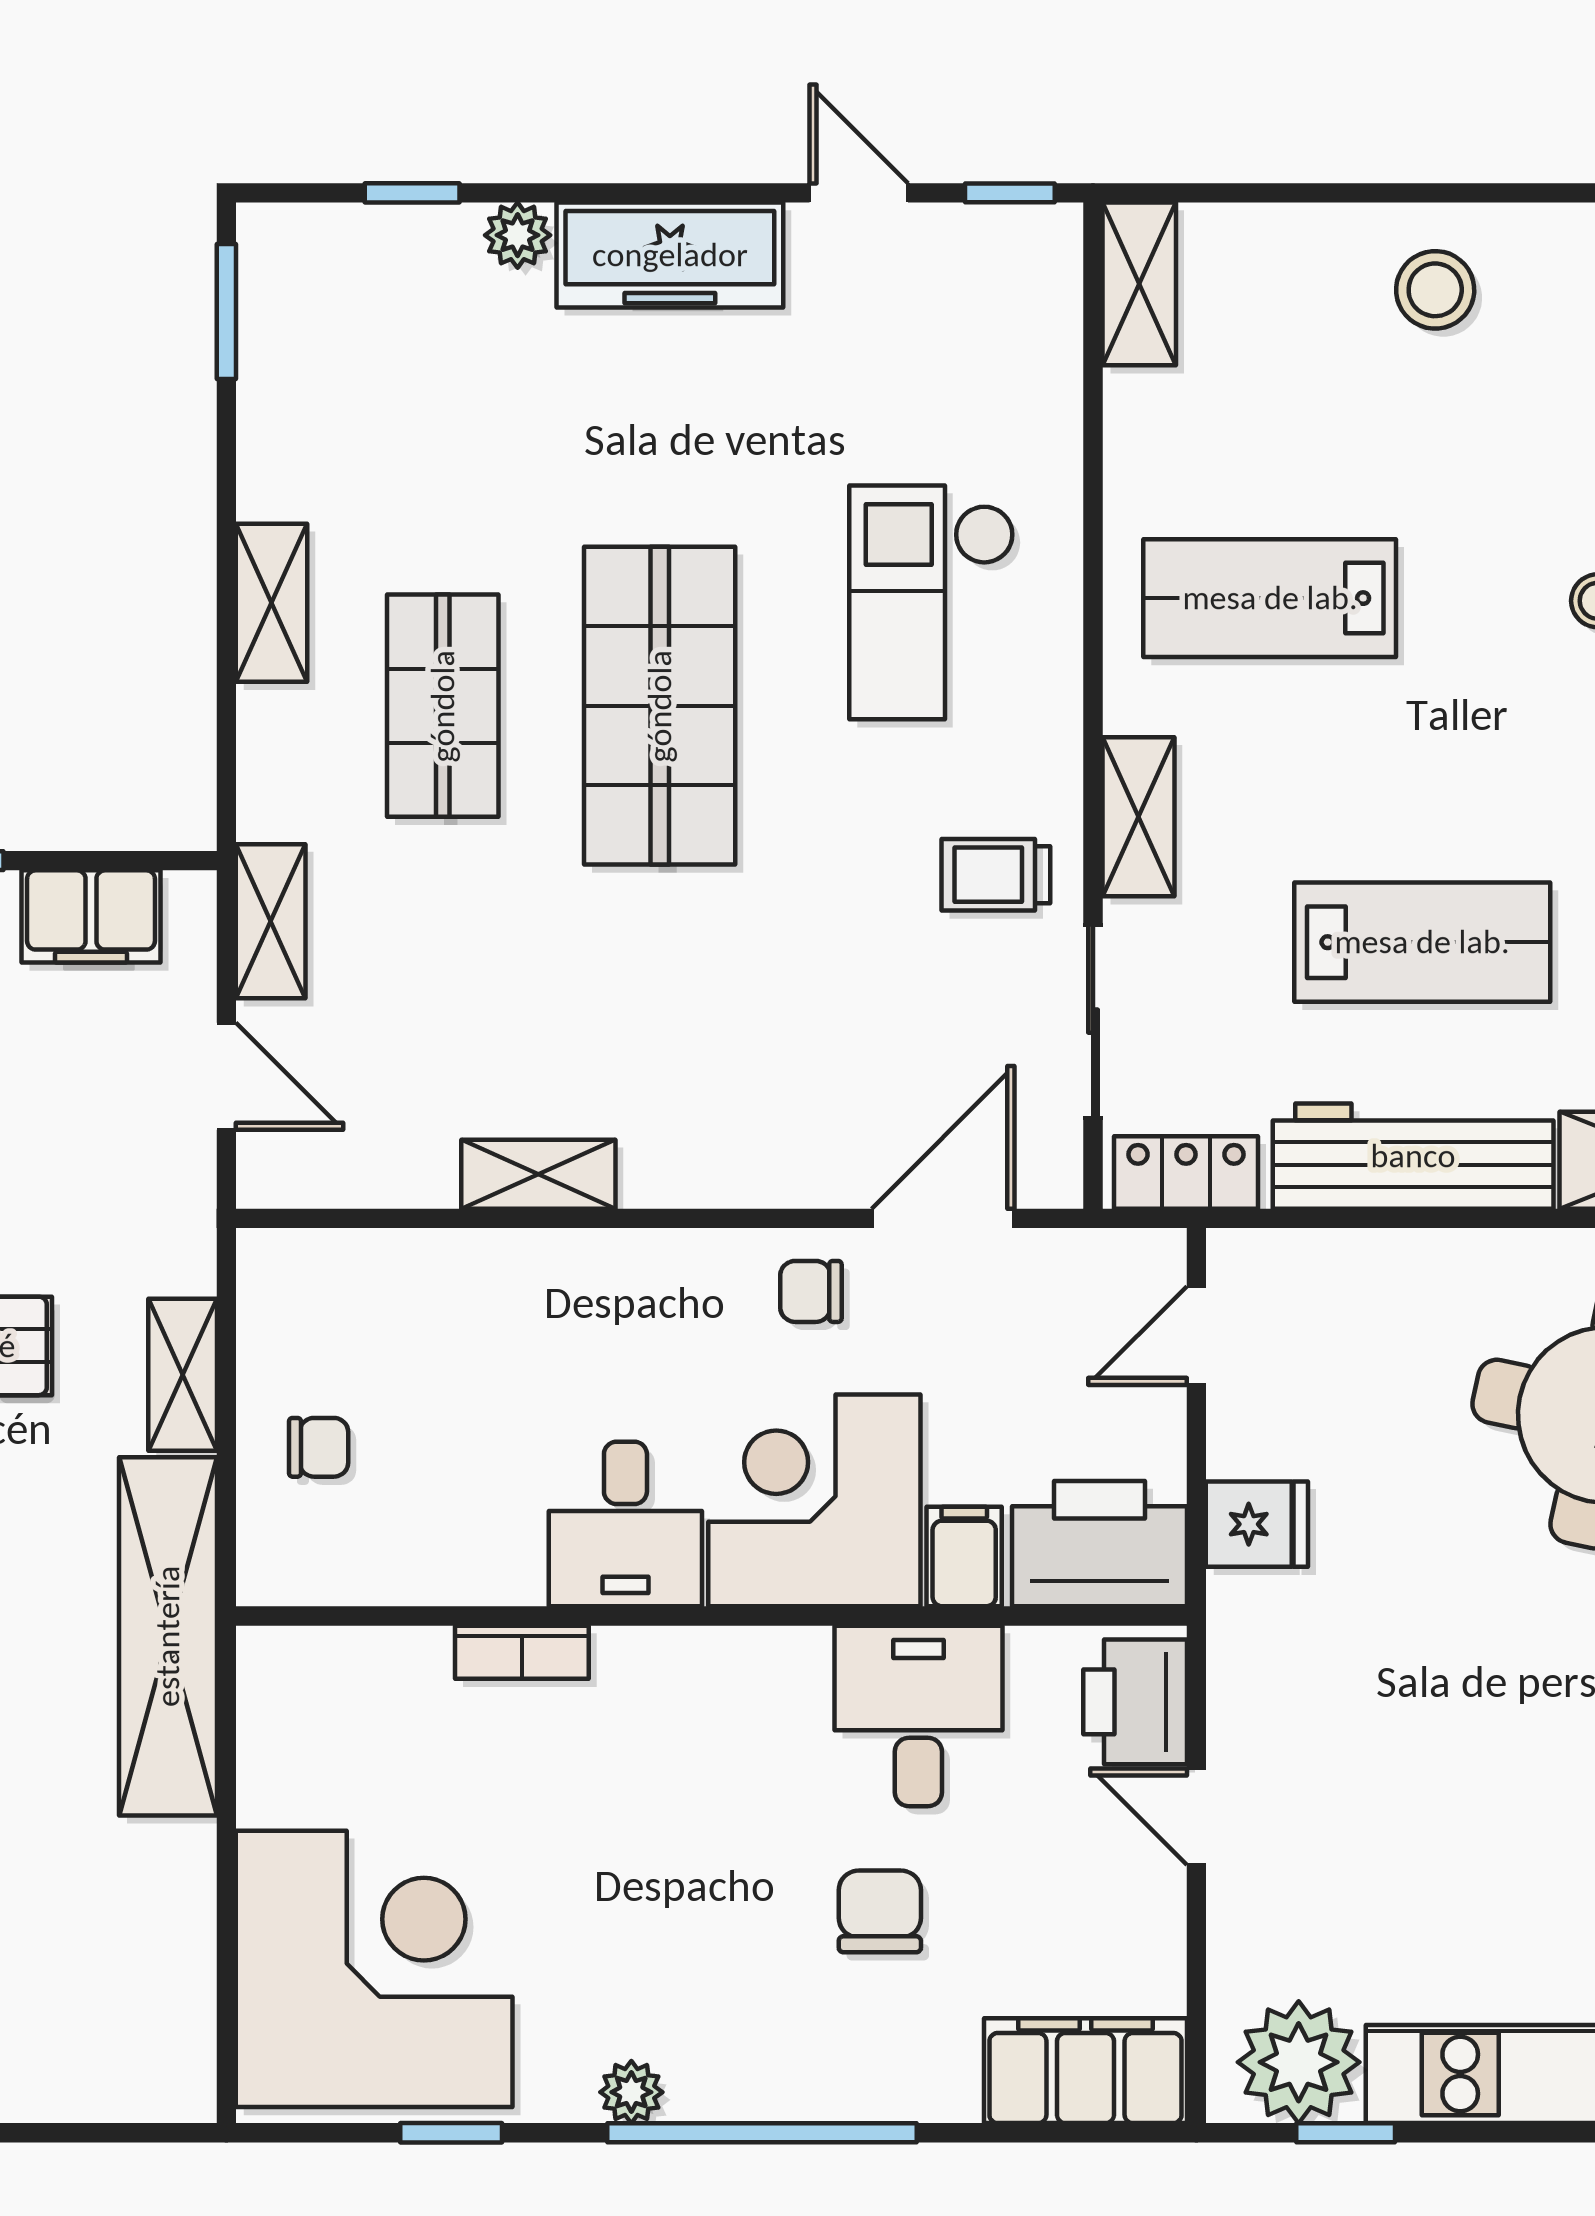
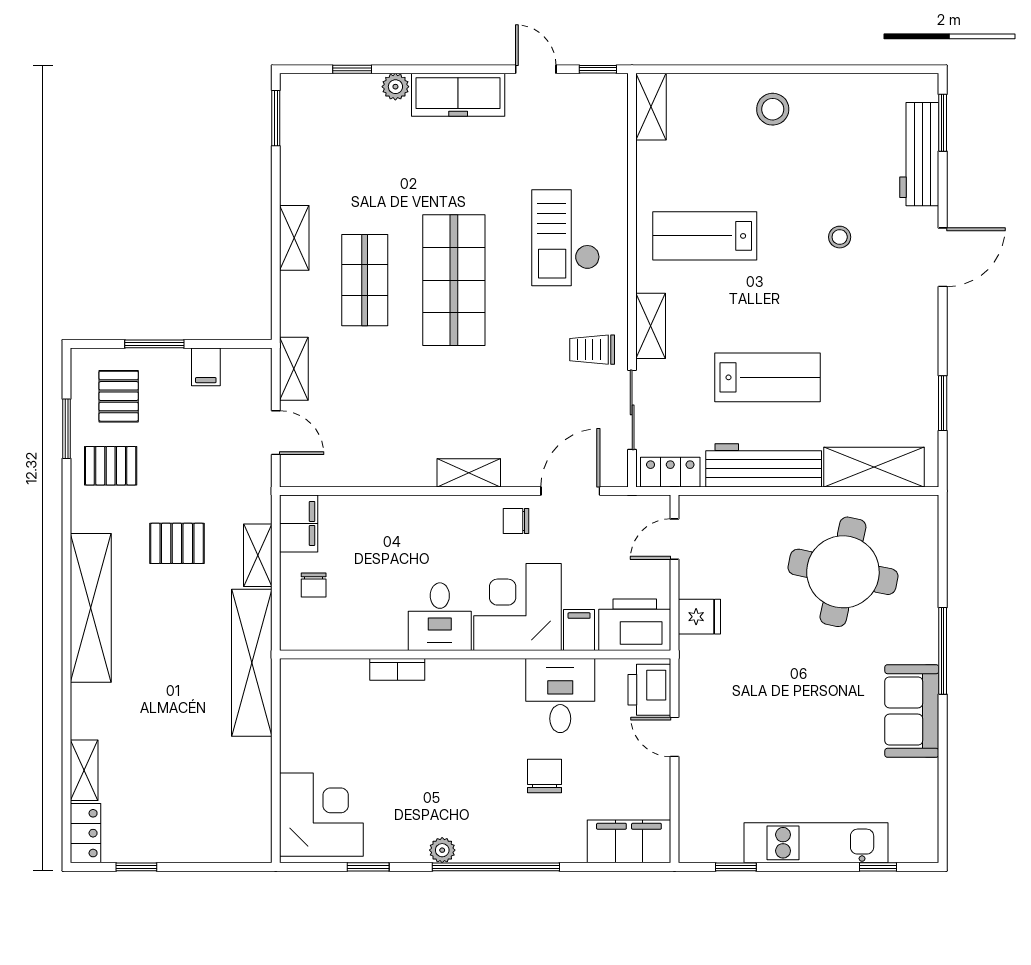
filing cabinet: (91, 916) -> (206, 367), width x0.50
shelving: (538, 1174) -> (469, 473), moved
filing cabinet: (282, 1297) -> (299, 523), added
chair: (319, 1447) -> (314, 585), turned 90
corner desk: (374, 1969) -> (321, 815), width x0.74, depth x0.74
plant: (1299, 2062) -> (717, 838), removed

